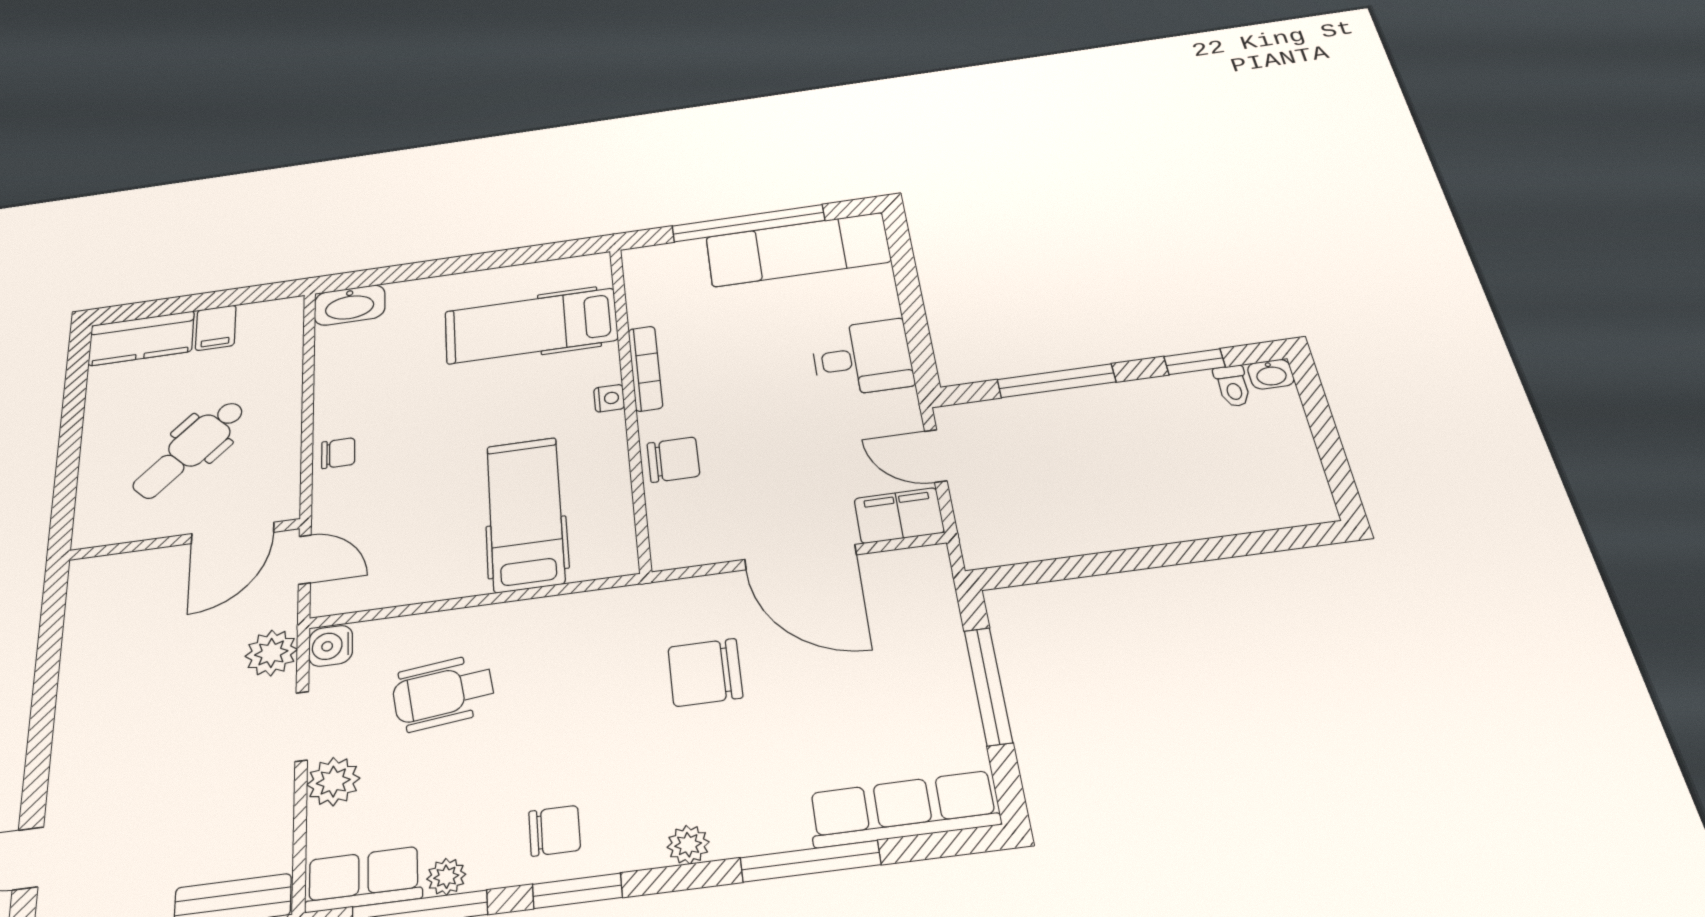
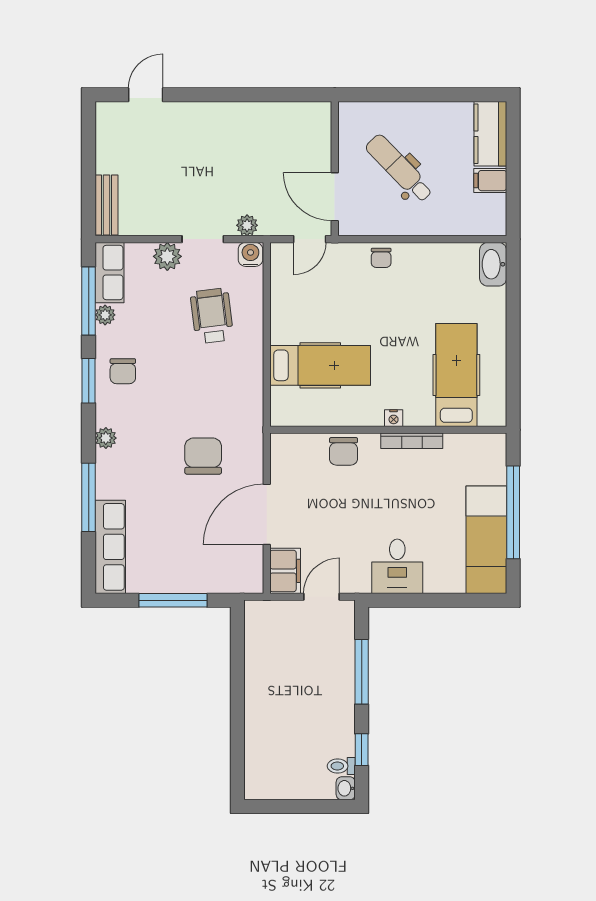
plant: (271, 653) -> (247, 225), width x0.73, depth x0.73

